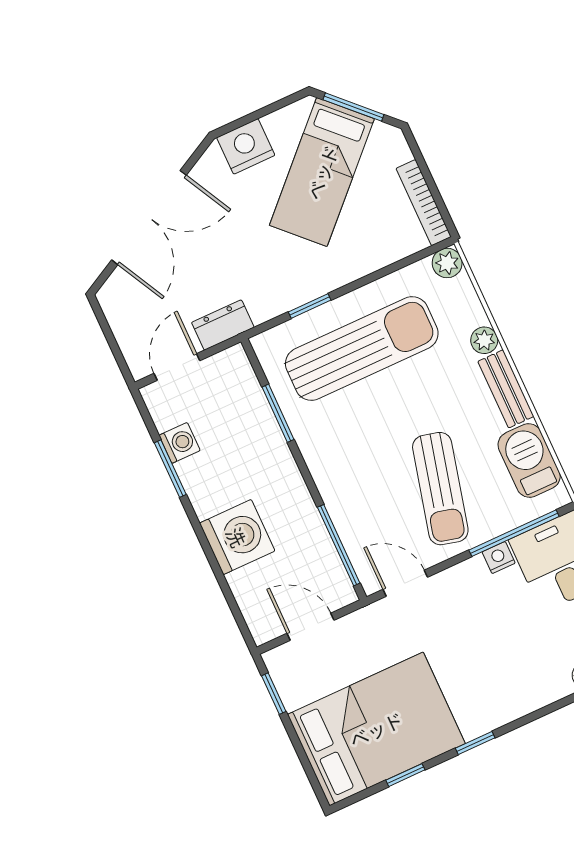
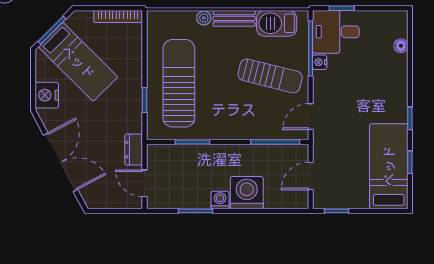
plant: (447, 263) -> (155, 19), removed
washing machine: (180, 443) -> (220, 200), moved
bed: (376, 729) -> (389, 166), width x0.67

